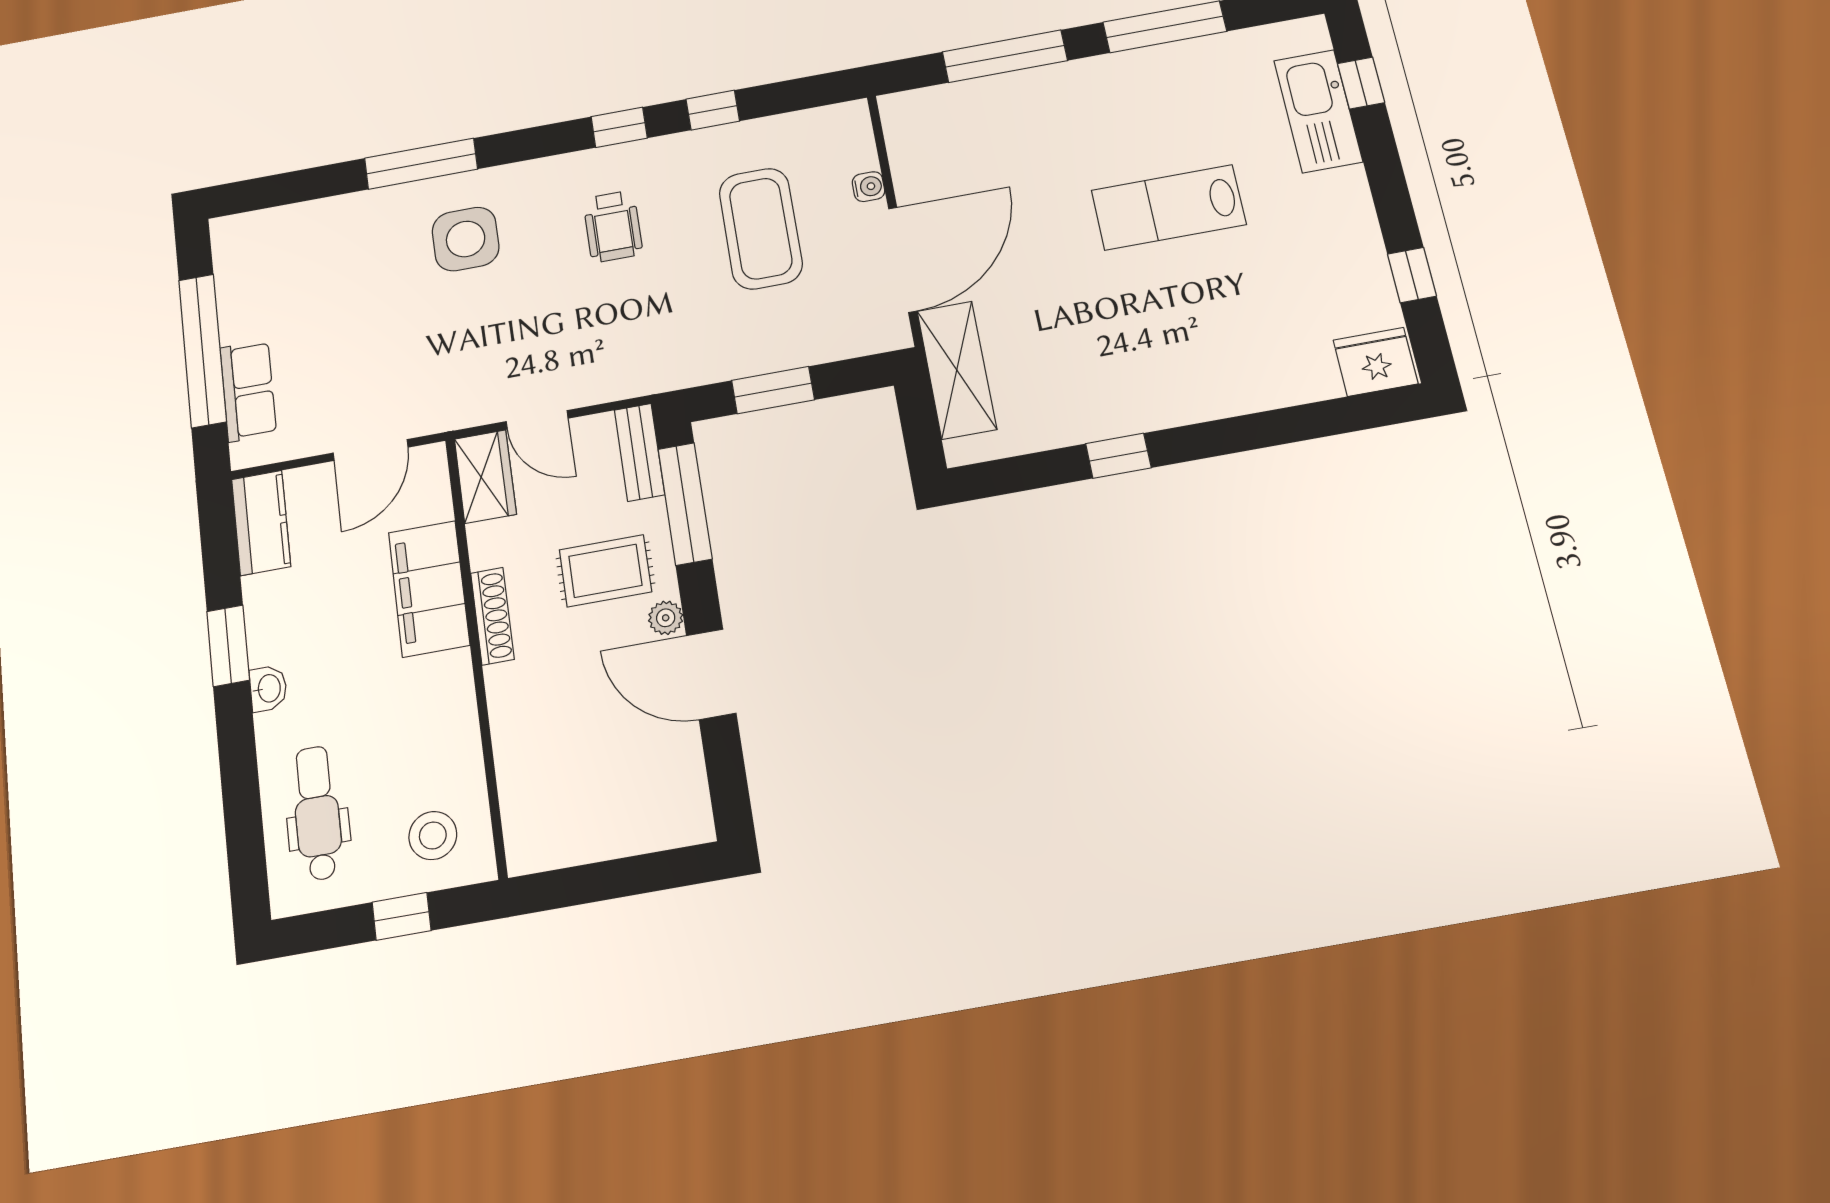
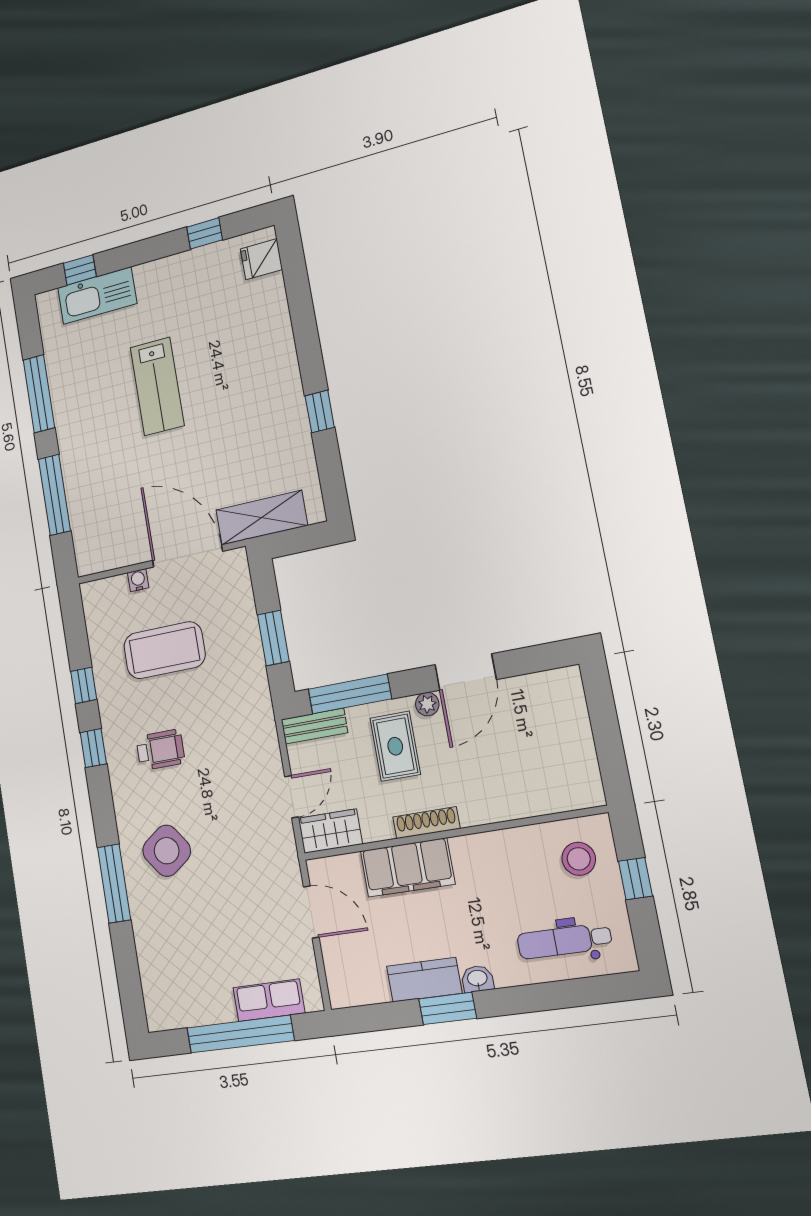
side table: (466, 239) -> (167, 851), turned -36
fridge: (1376, 362) -> (261, 259), width x0.72
kitchen counter: (261, 523) -> (424, 980), moved

